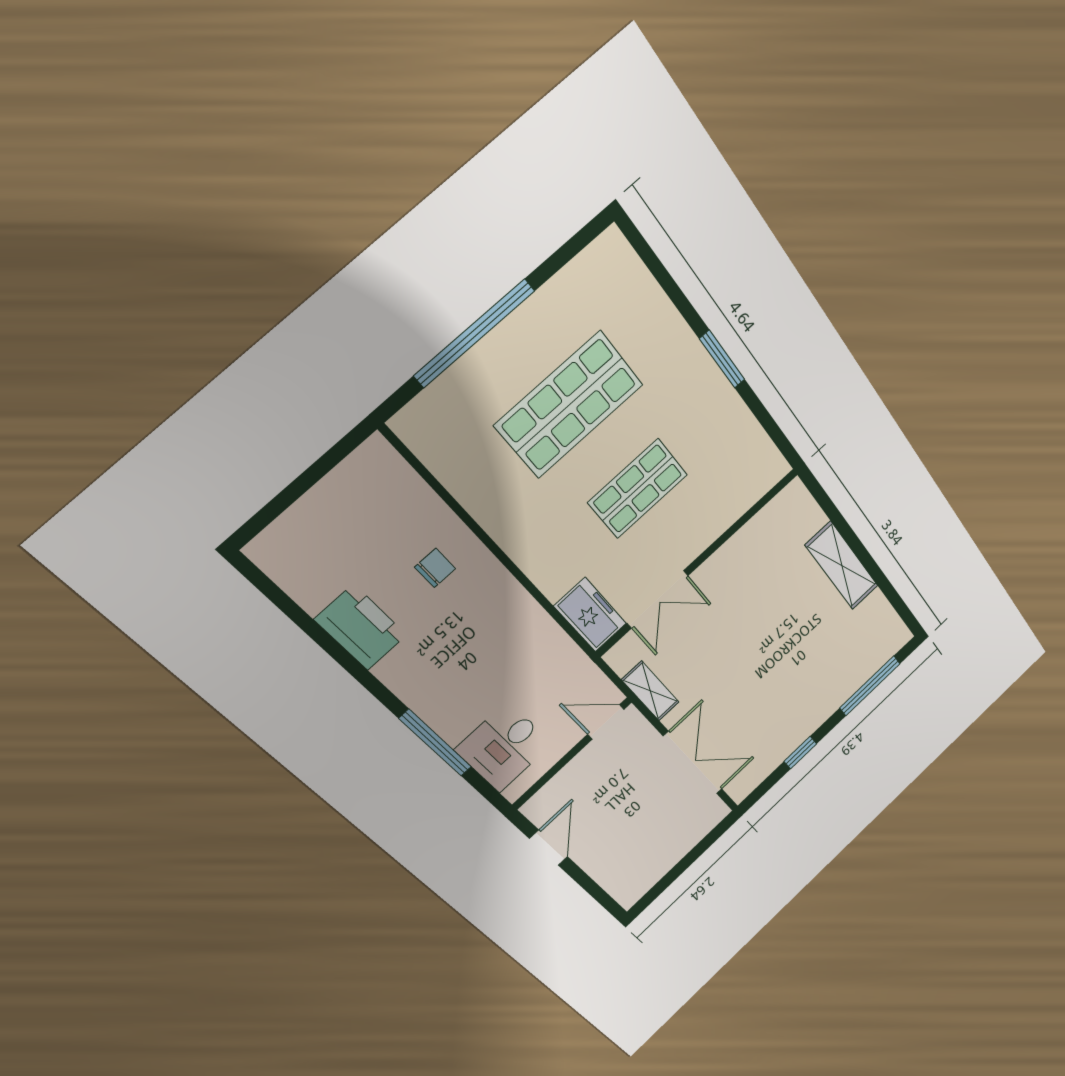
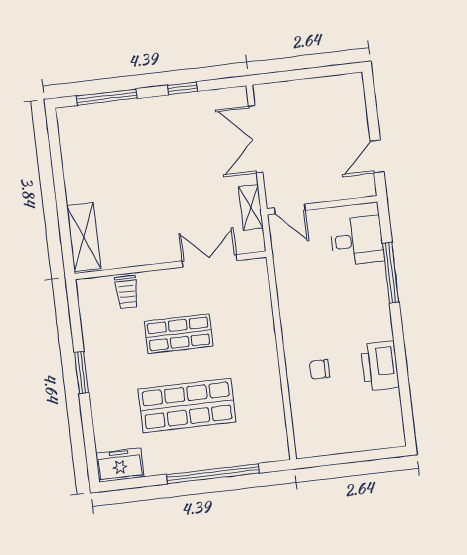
trolley: (728, 495) -> (127, 292), added
shelving: (842, 566) -> (84, 237), moved
freezer: (590, 615) -> (120, 465), moved, turned 90

